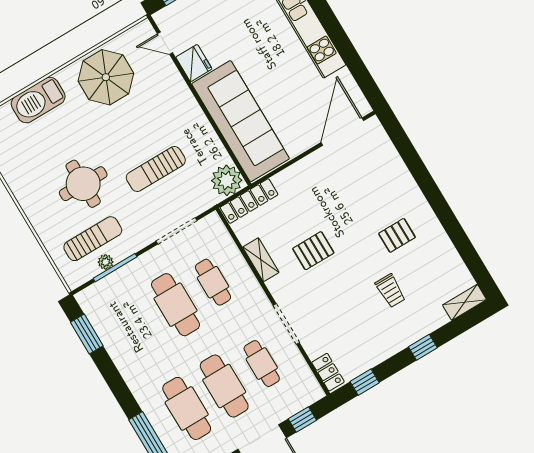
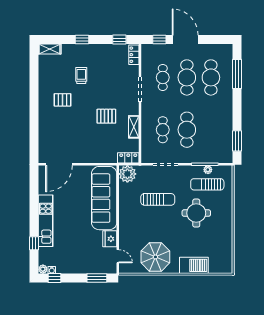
locker: (249, 201) -> (128, 158), width x0.66

